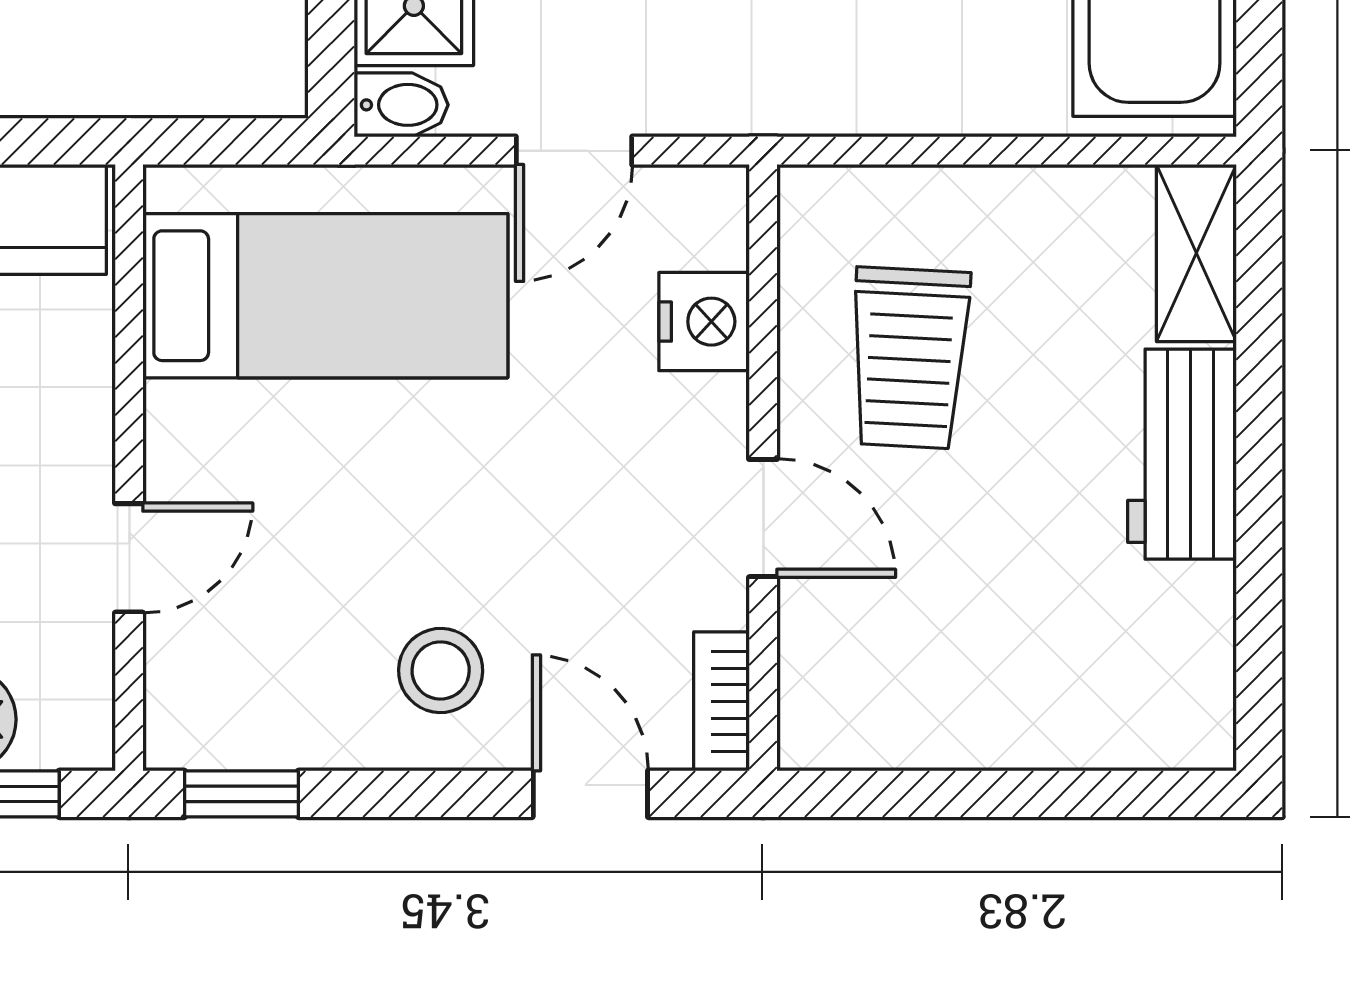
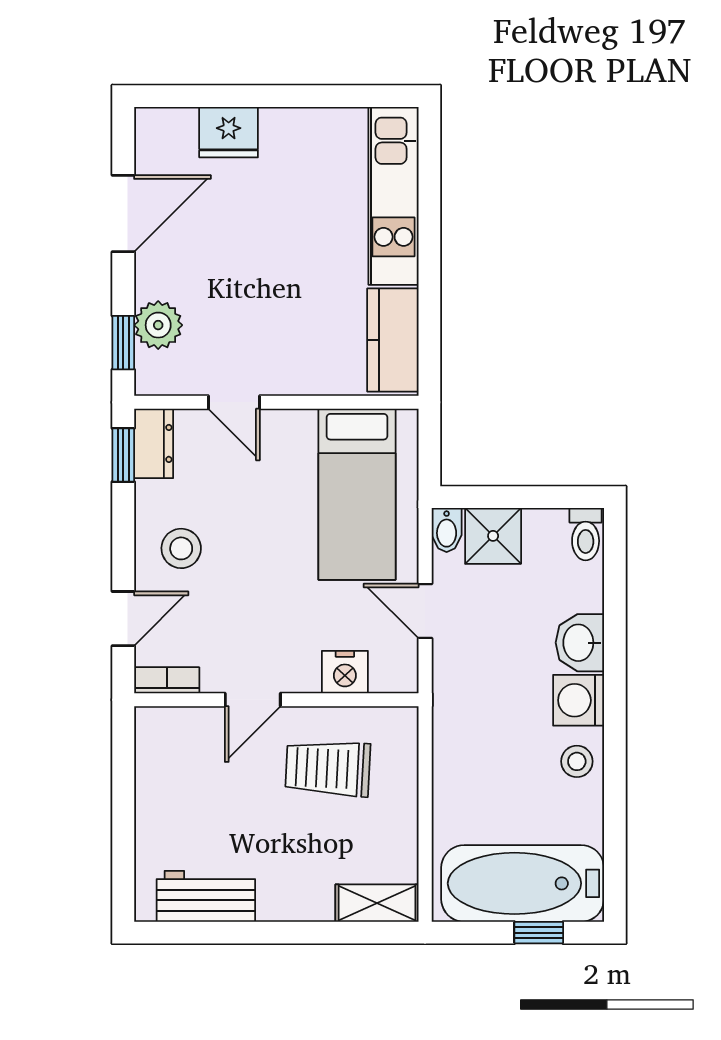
workbench: (1182, 454) -> (206, 896), moved
dresser: (217, 729) -> (154, 443), added

